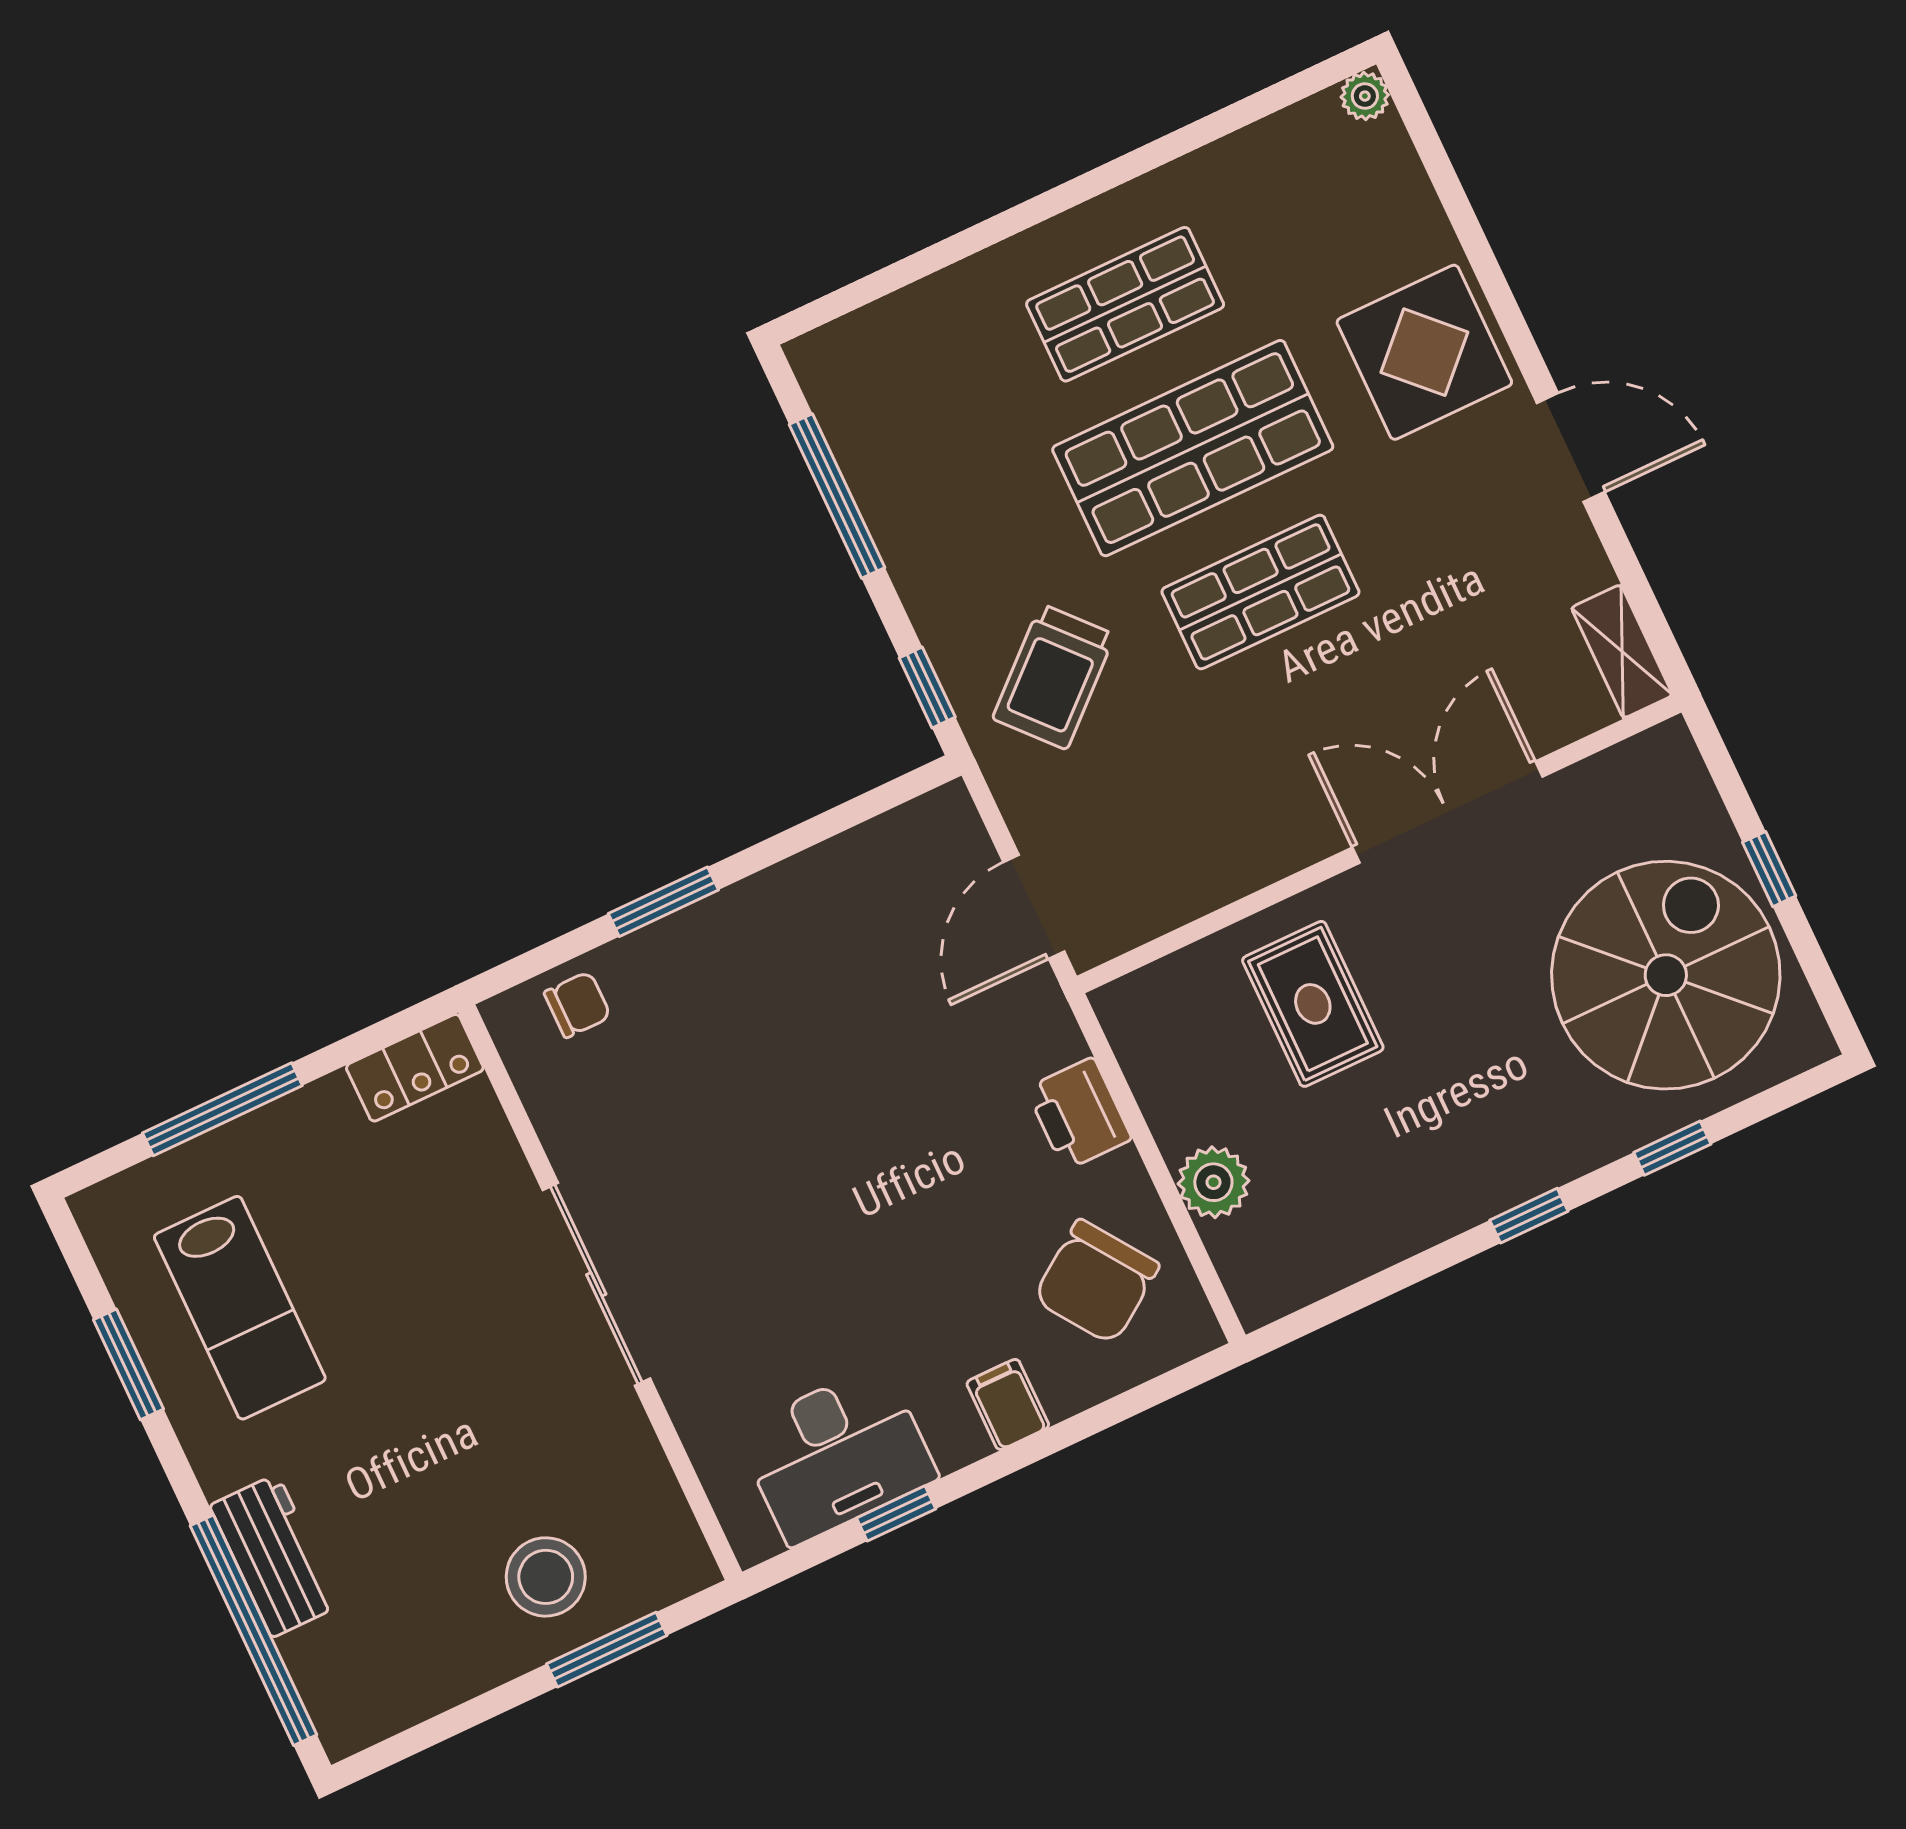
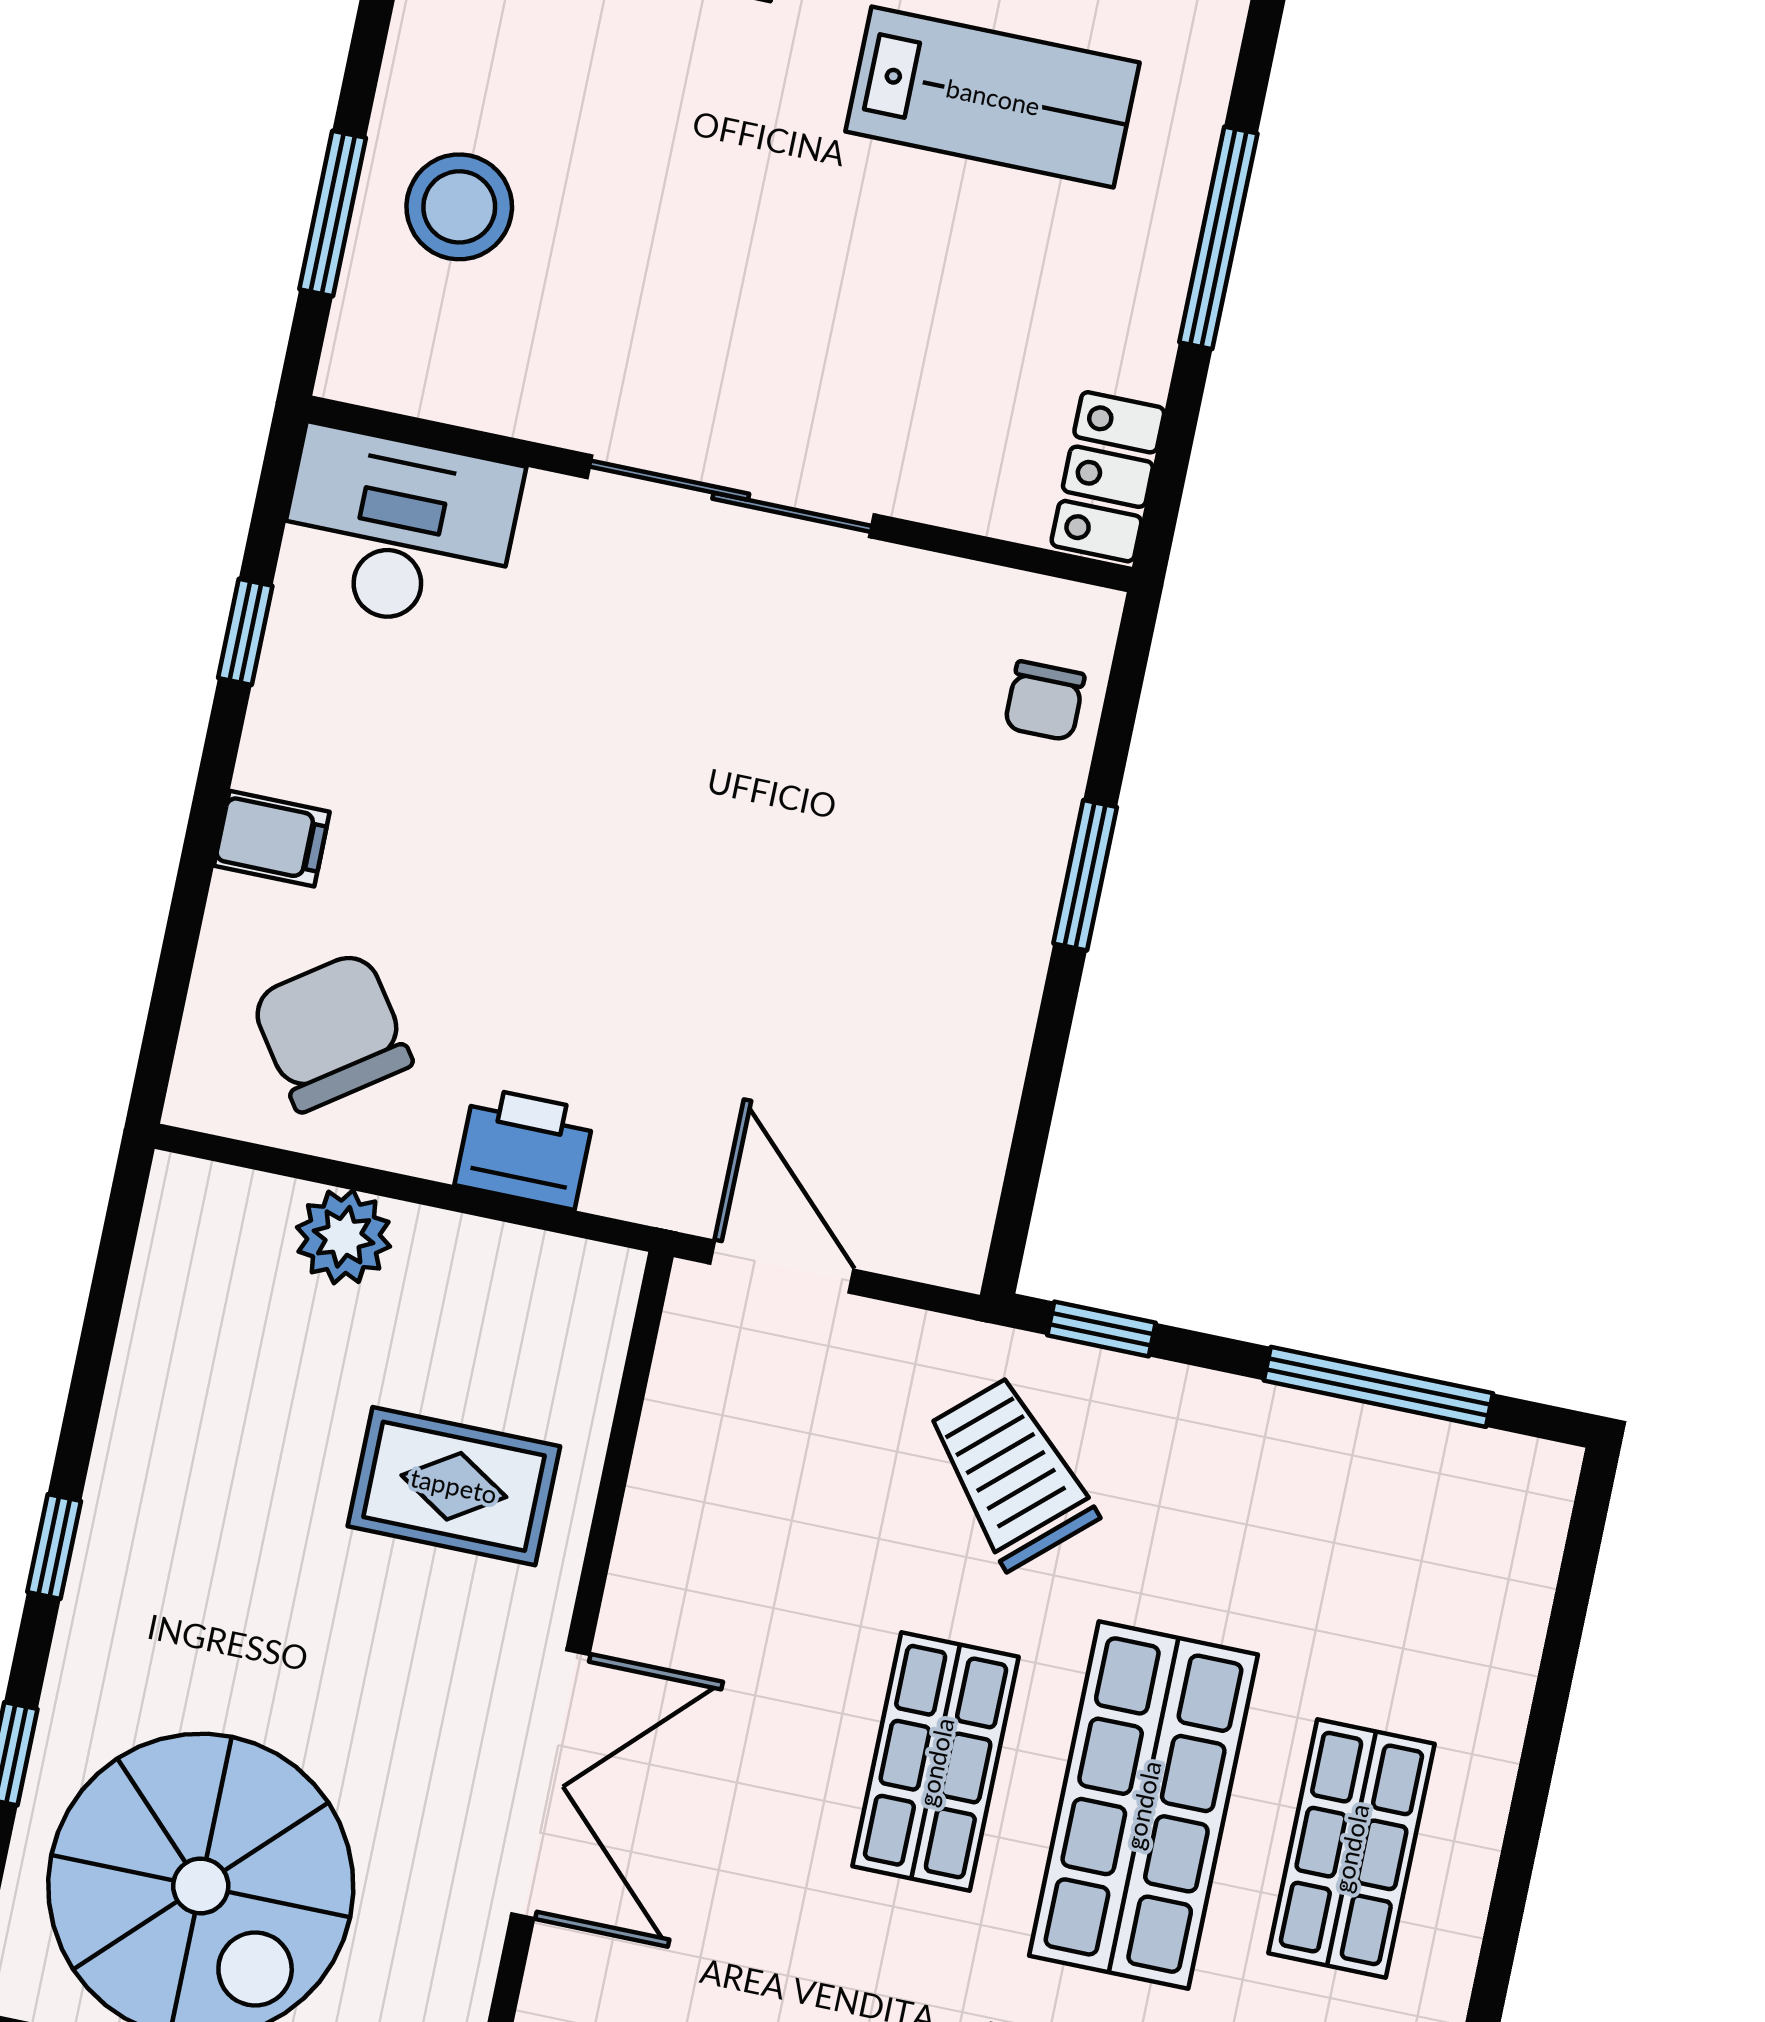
lab bench: (240, 1308) -> (993, 97), turned 180
desk: (837, 1454) -> (399, 530), moved, turned 90

